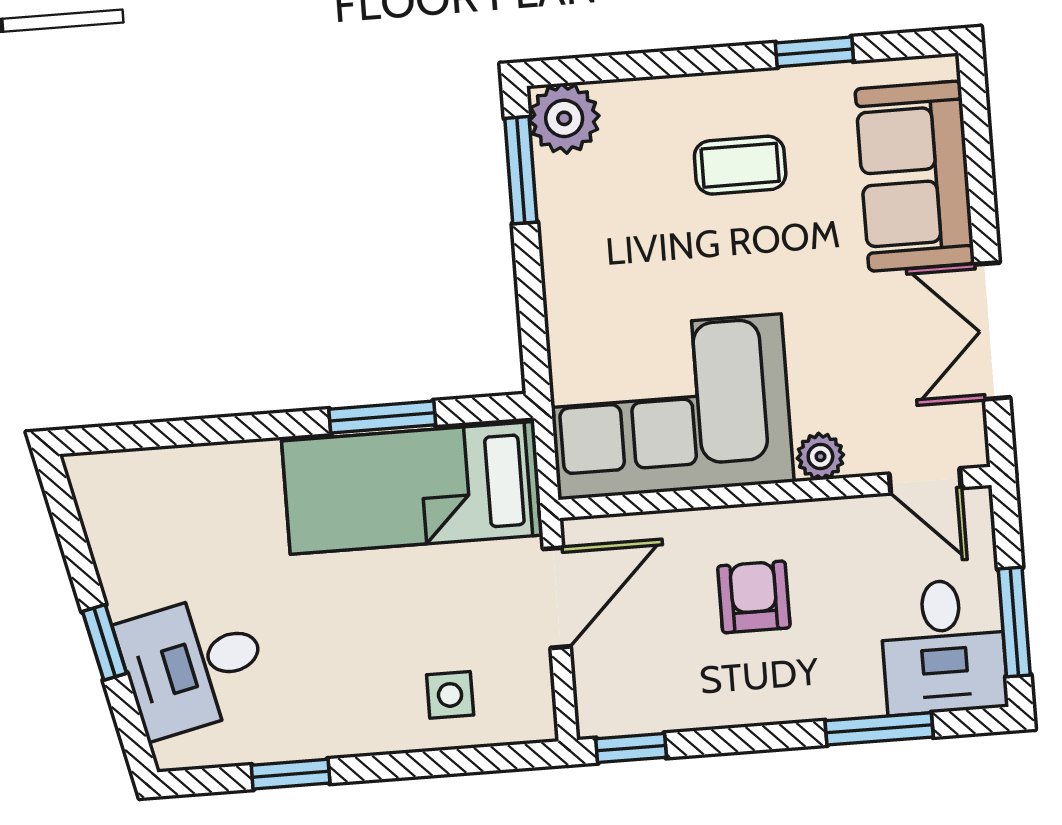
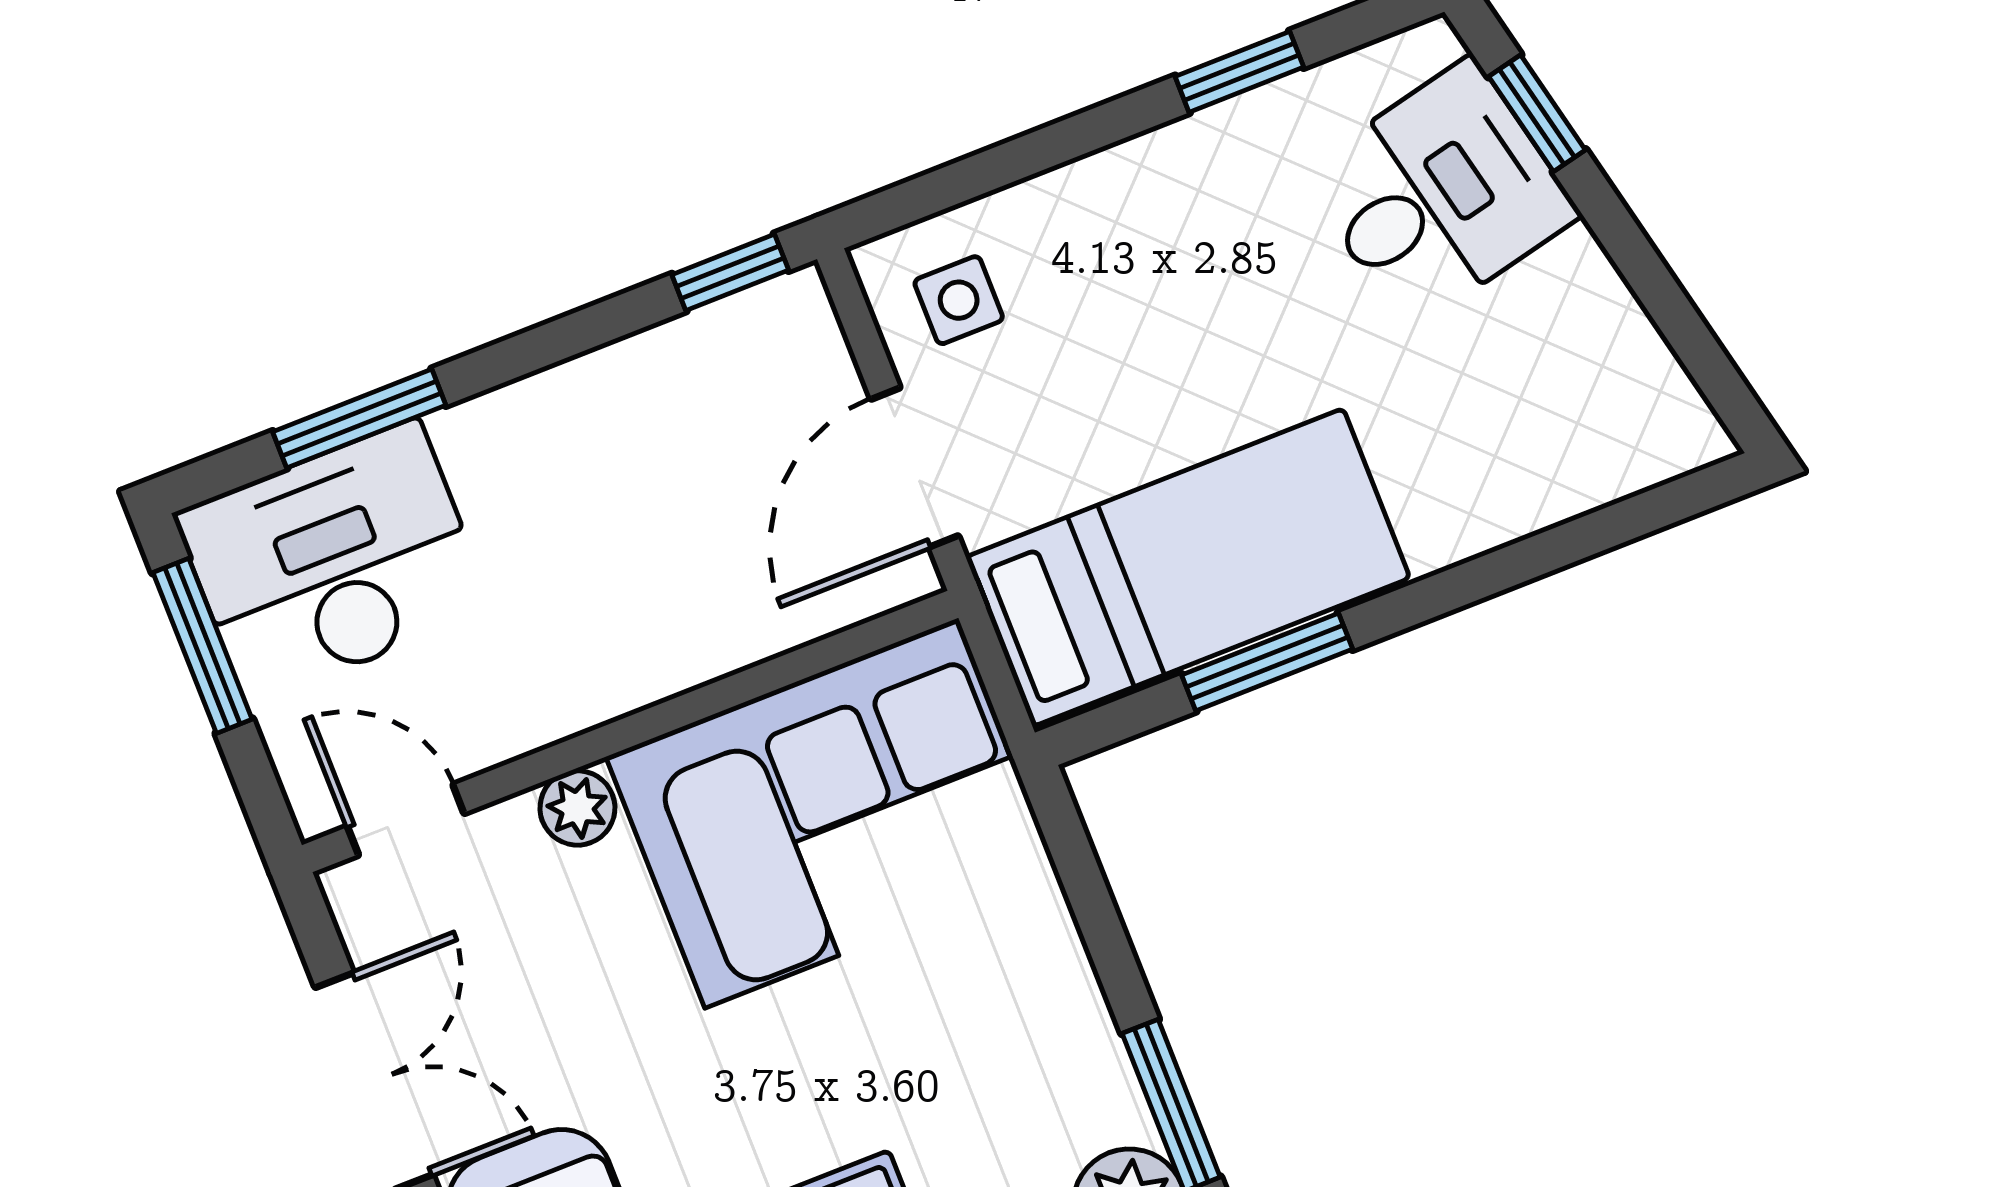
armchair: (754, 597) -> (613, 562), removed
window: (104, 642) -> (1537, 113), moved
desk: (943, 646) -> (333, 562), width x1.37
side table: (450, 695) -> (959, 300), moved

